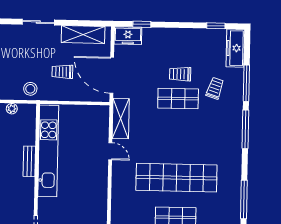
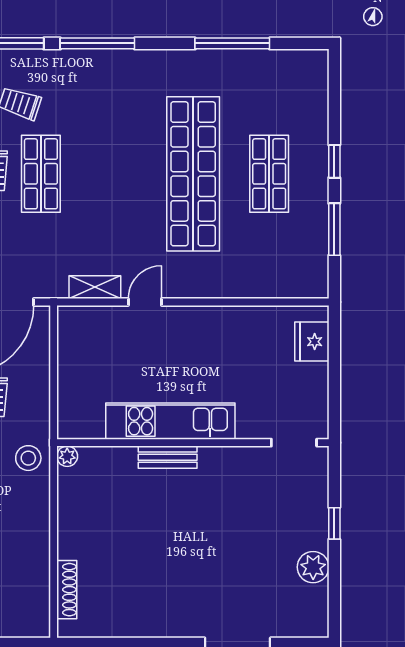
plant: (12, 109) -> (67, 456), moved
shelving: (121, 119) -> (95, 287), width x0.67, depth x0.75
kitchen unit: (48, 151) -> (170, 421), width x0.73

